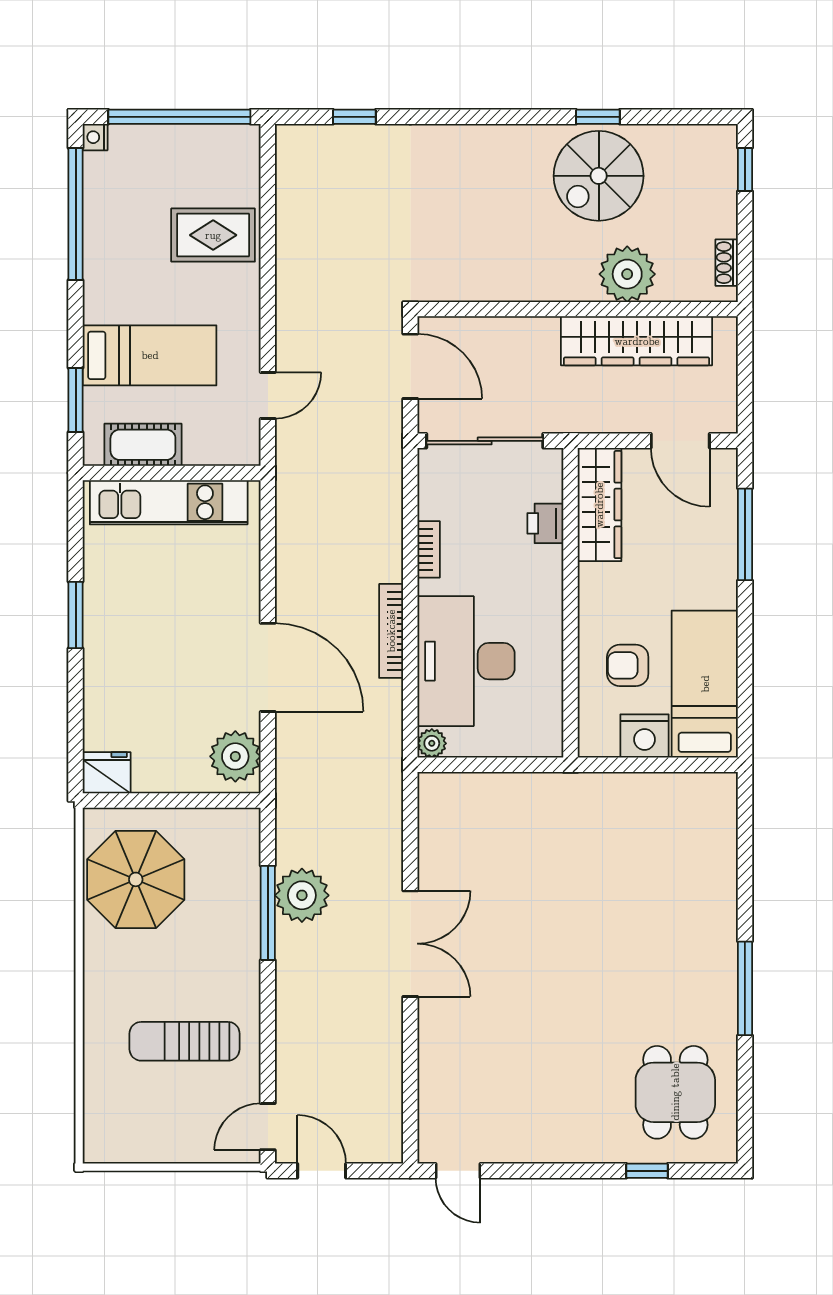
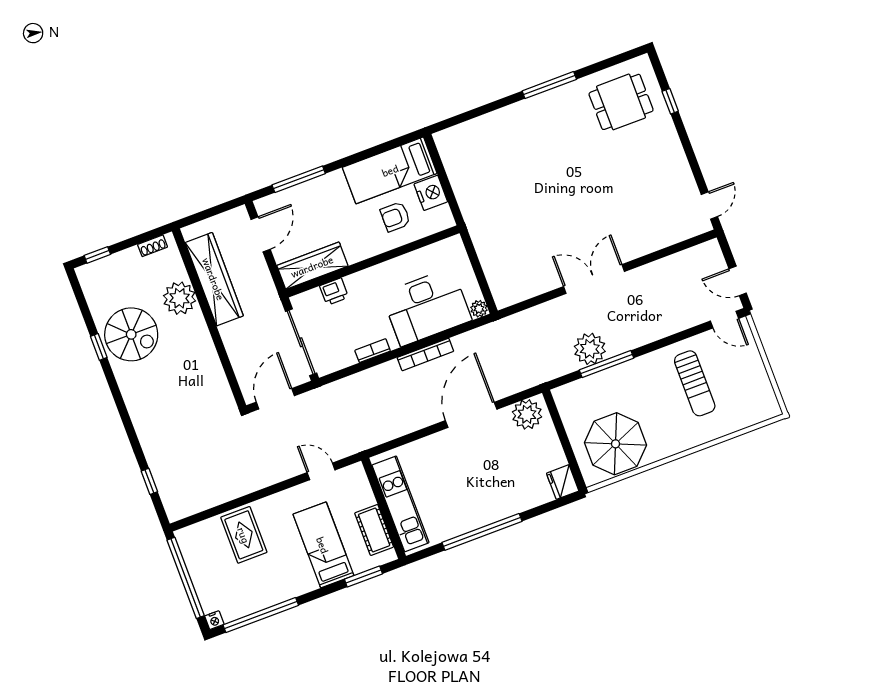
window: (76, 615) -> (482, 532), width x2.11
armchair: (628, 665) -> (395, 217), turned 90
door: (322, 1171) -> (738, 281), hinge flipped

